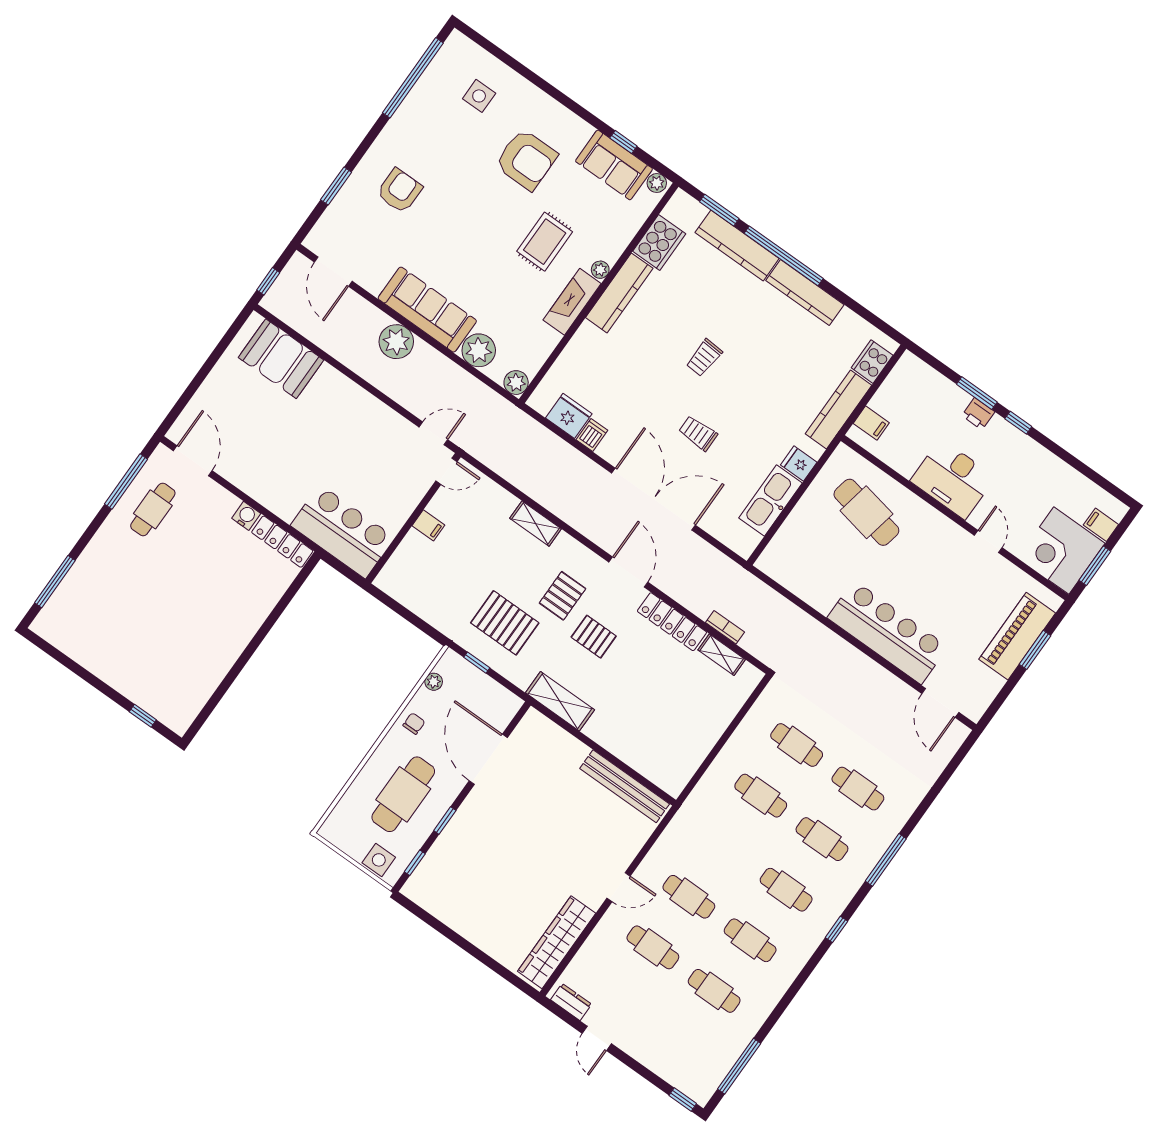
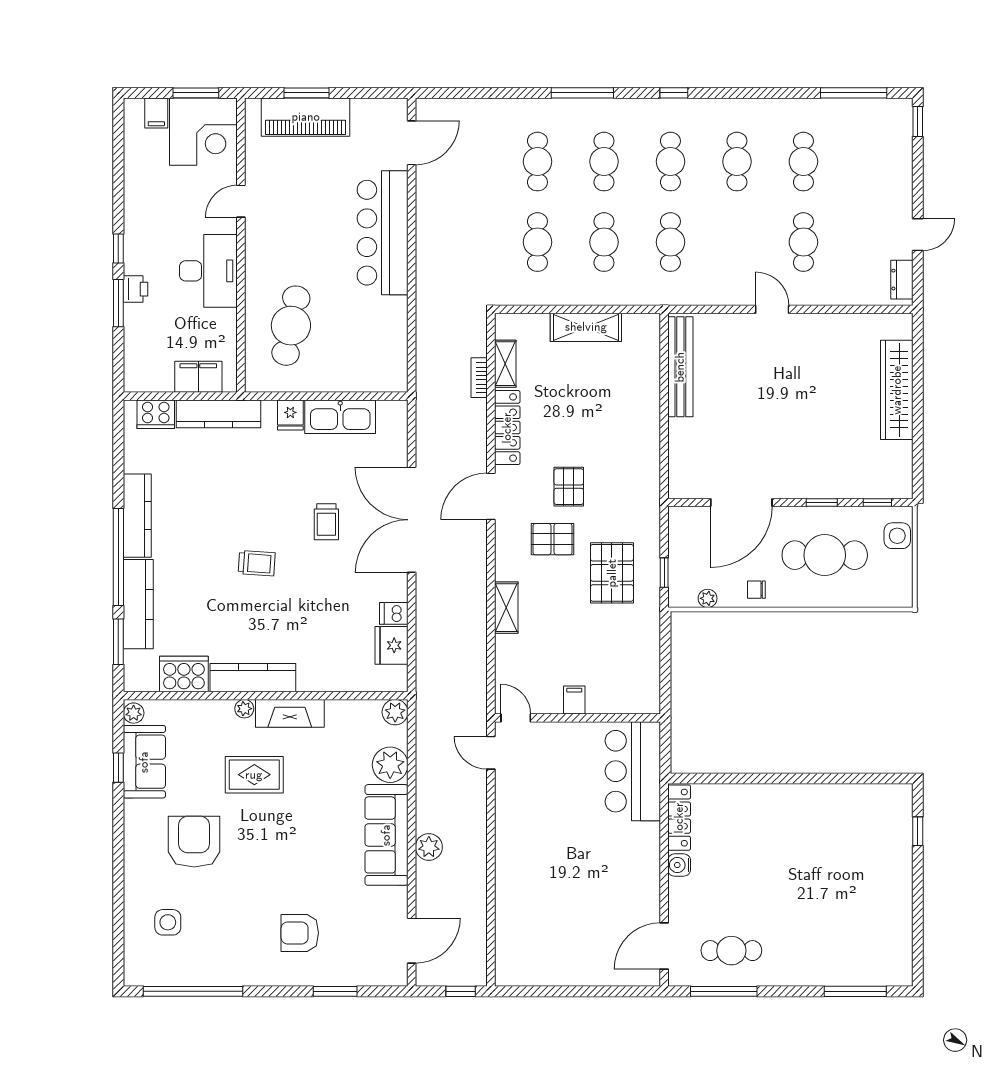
plant: (396, 342) -> (429, 847), width x0.73, depth x0.73
booth: (281, 359) -> (520, 932), removed
filing cabinet: (871, 423) -> (198, 377), width x2.00
shelving: (560, 701) -> (586, 327), moved, turned 90
cafe table: (689, 897) -> (670, 242), moved
wardrobe: (557, 942) -> (897, 390), moved, turned 90

